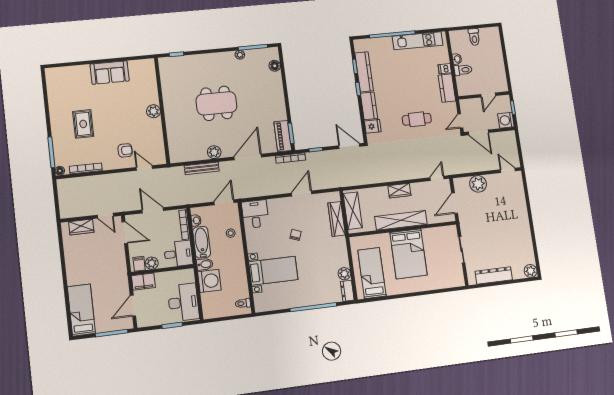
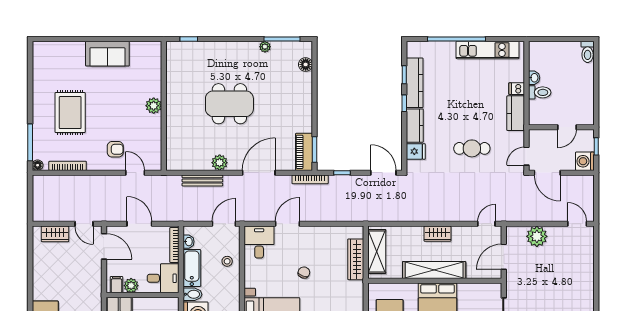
toilet: (474, 37) -> (588, 52), moved
rug: (83, 124) -> (70, 113), width x1.36, depth x1.43
door: (302, 194) -> (287, 224), moved

